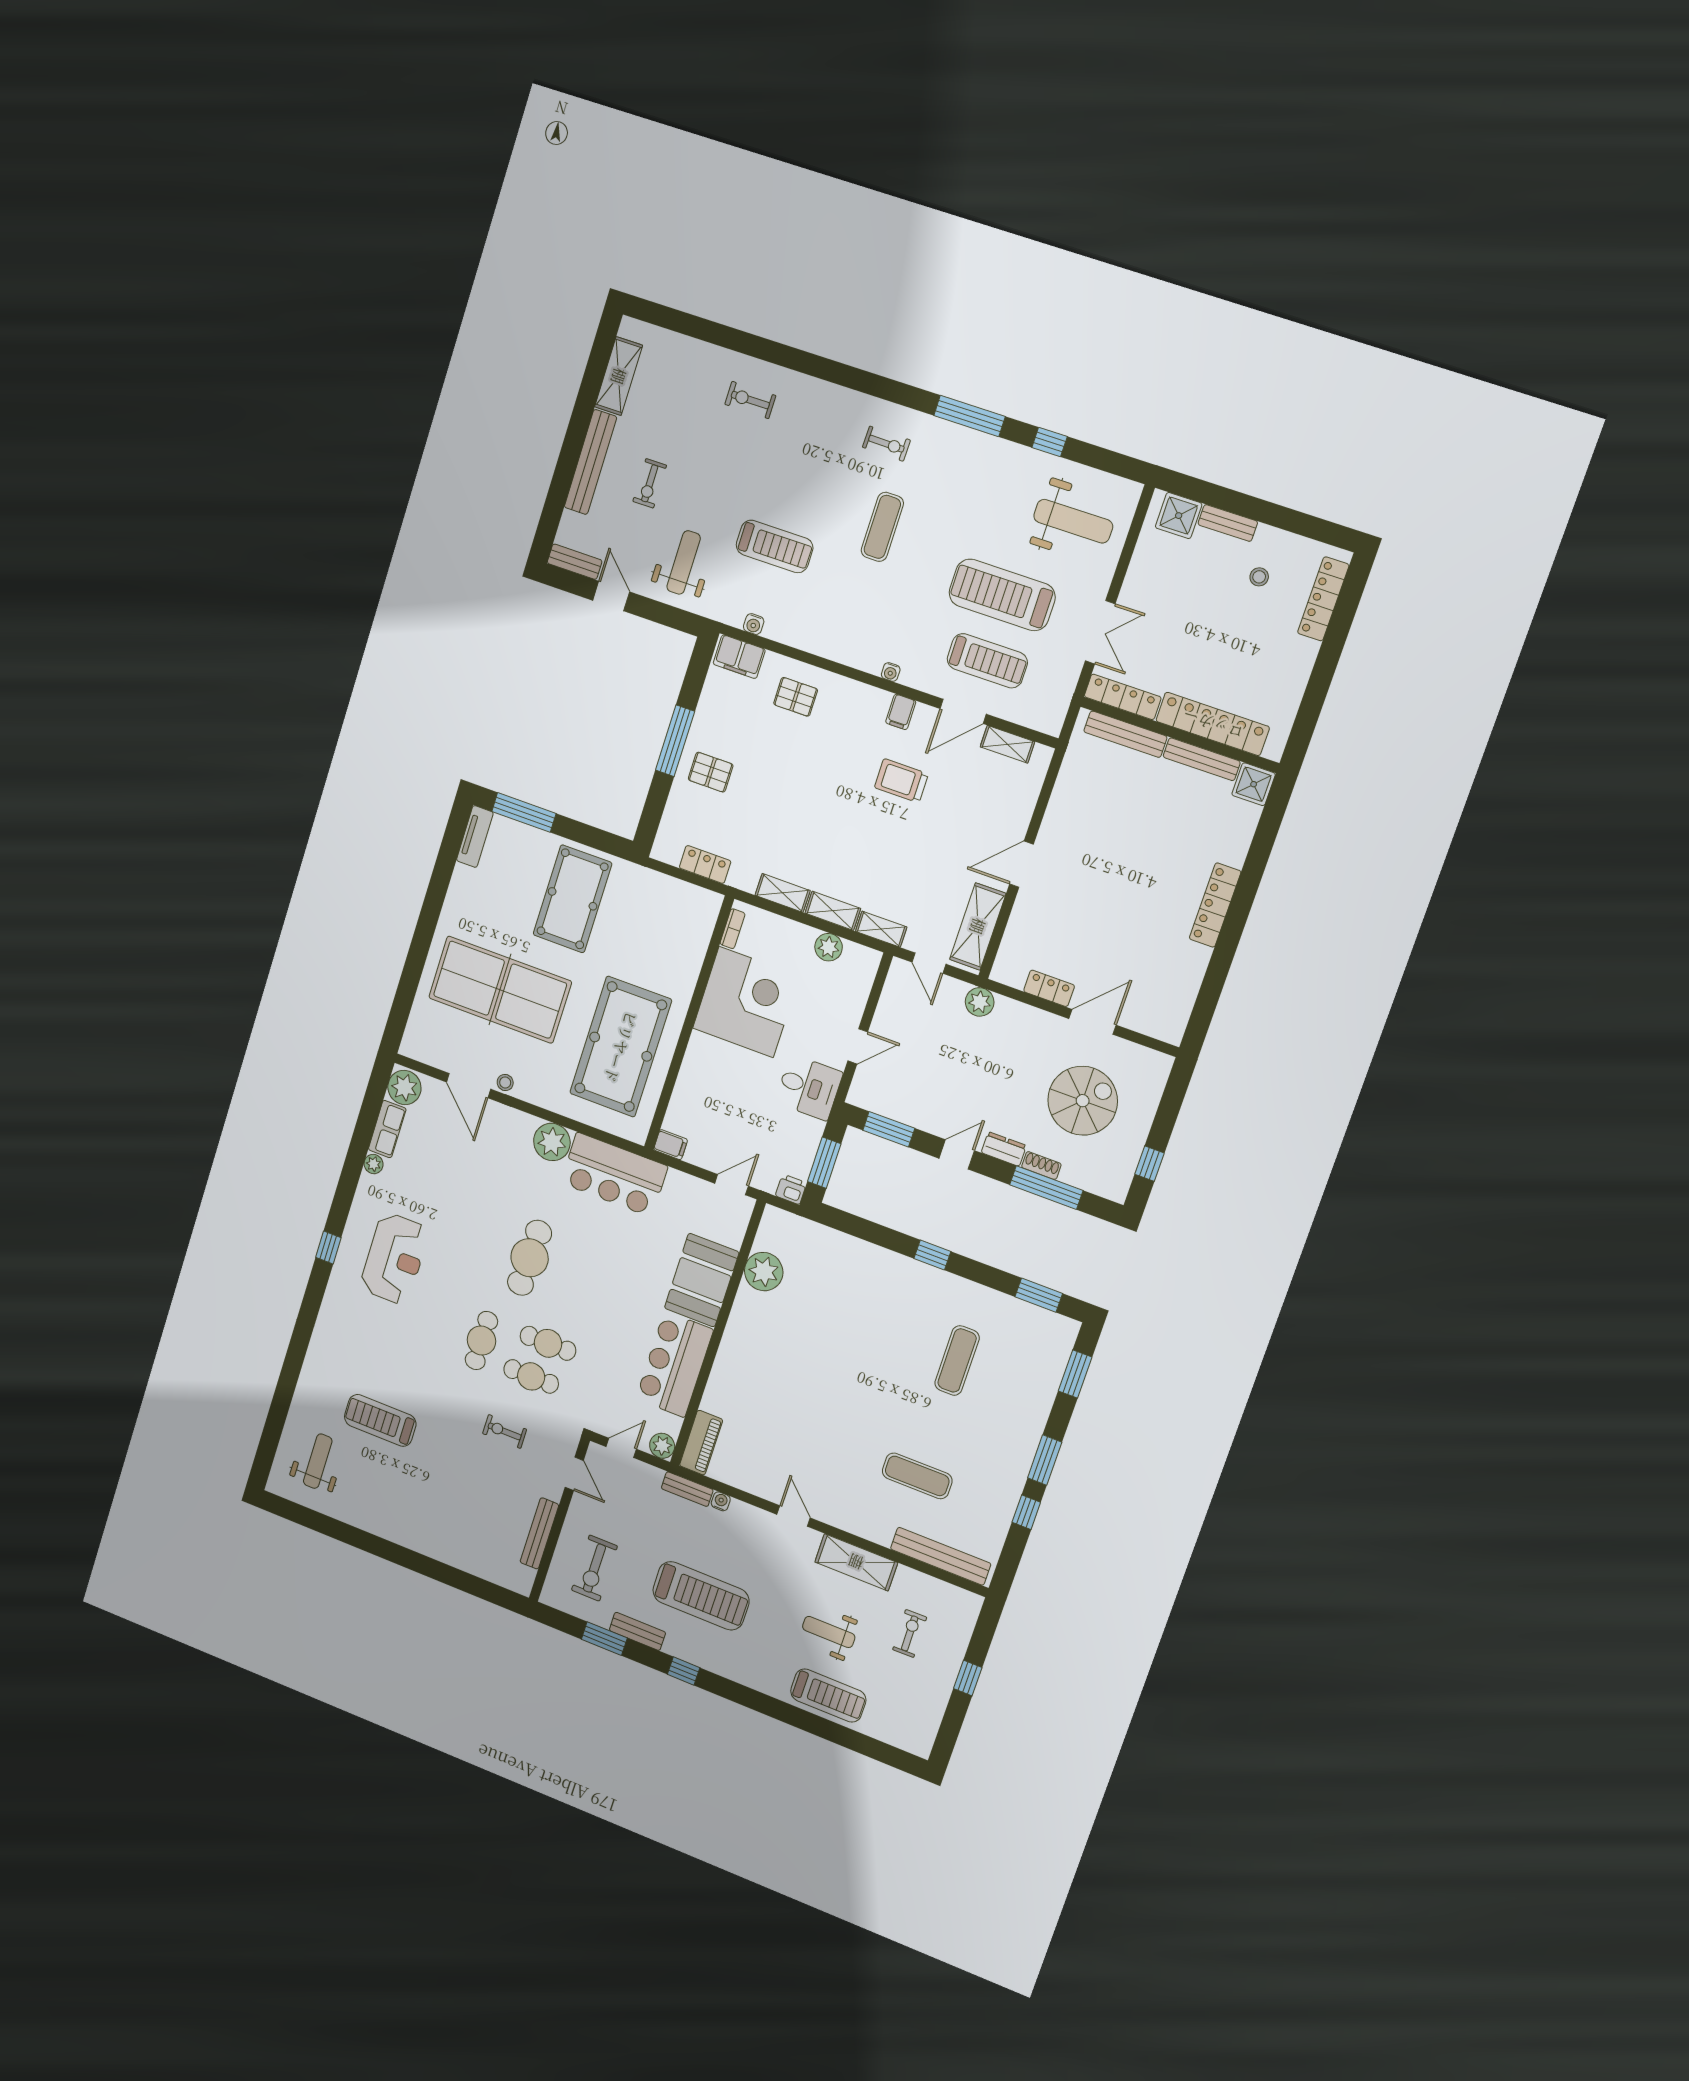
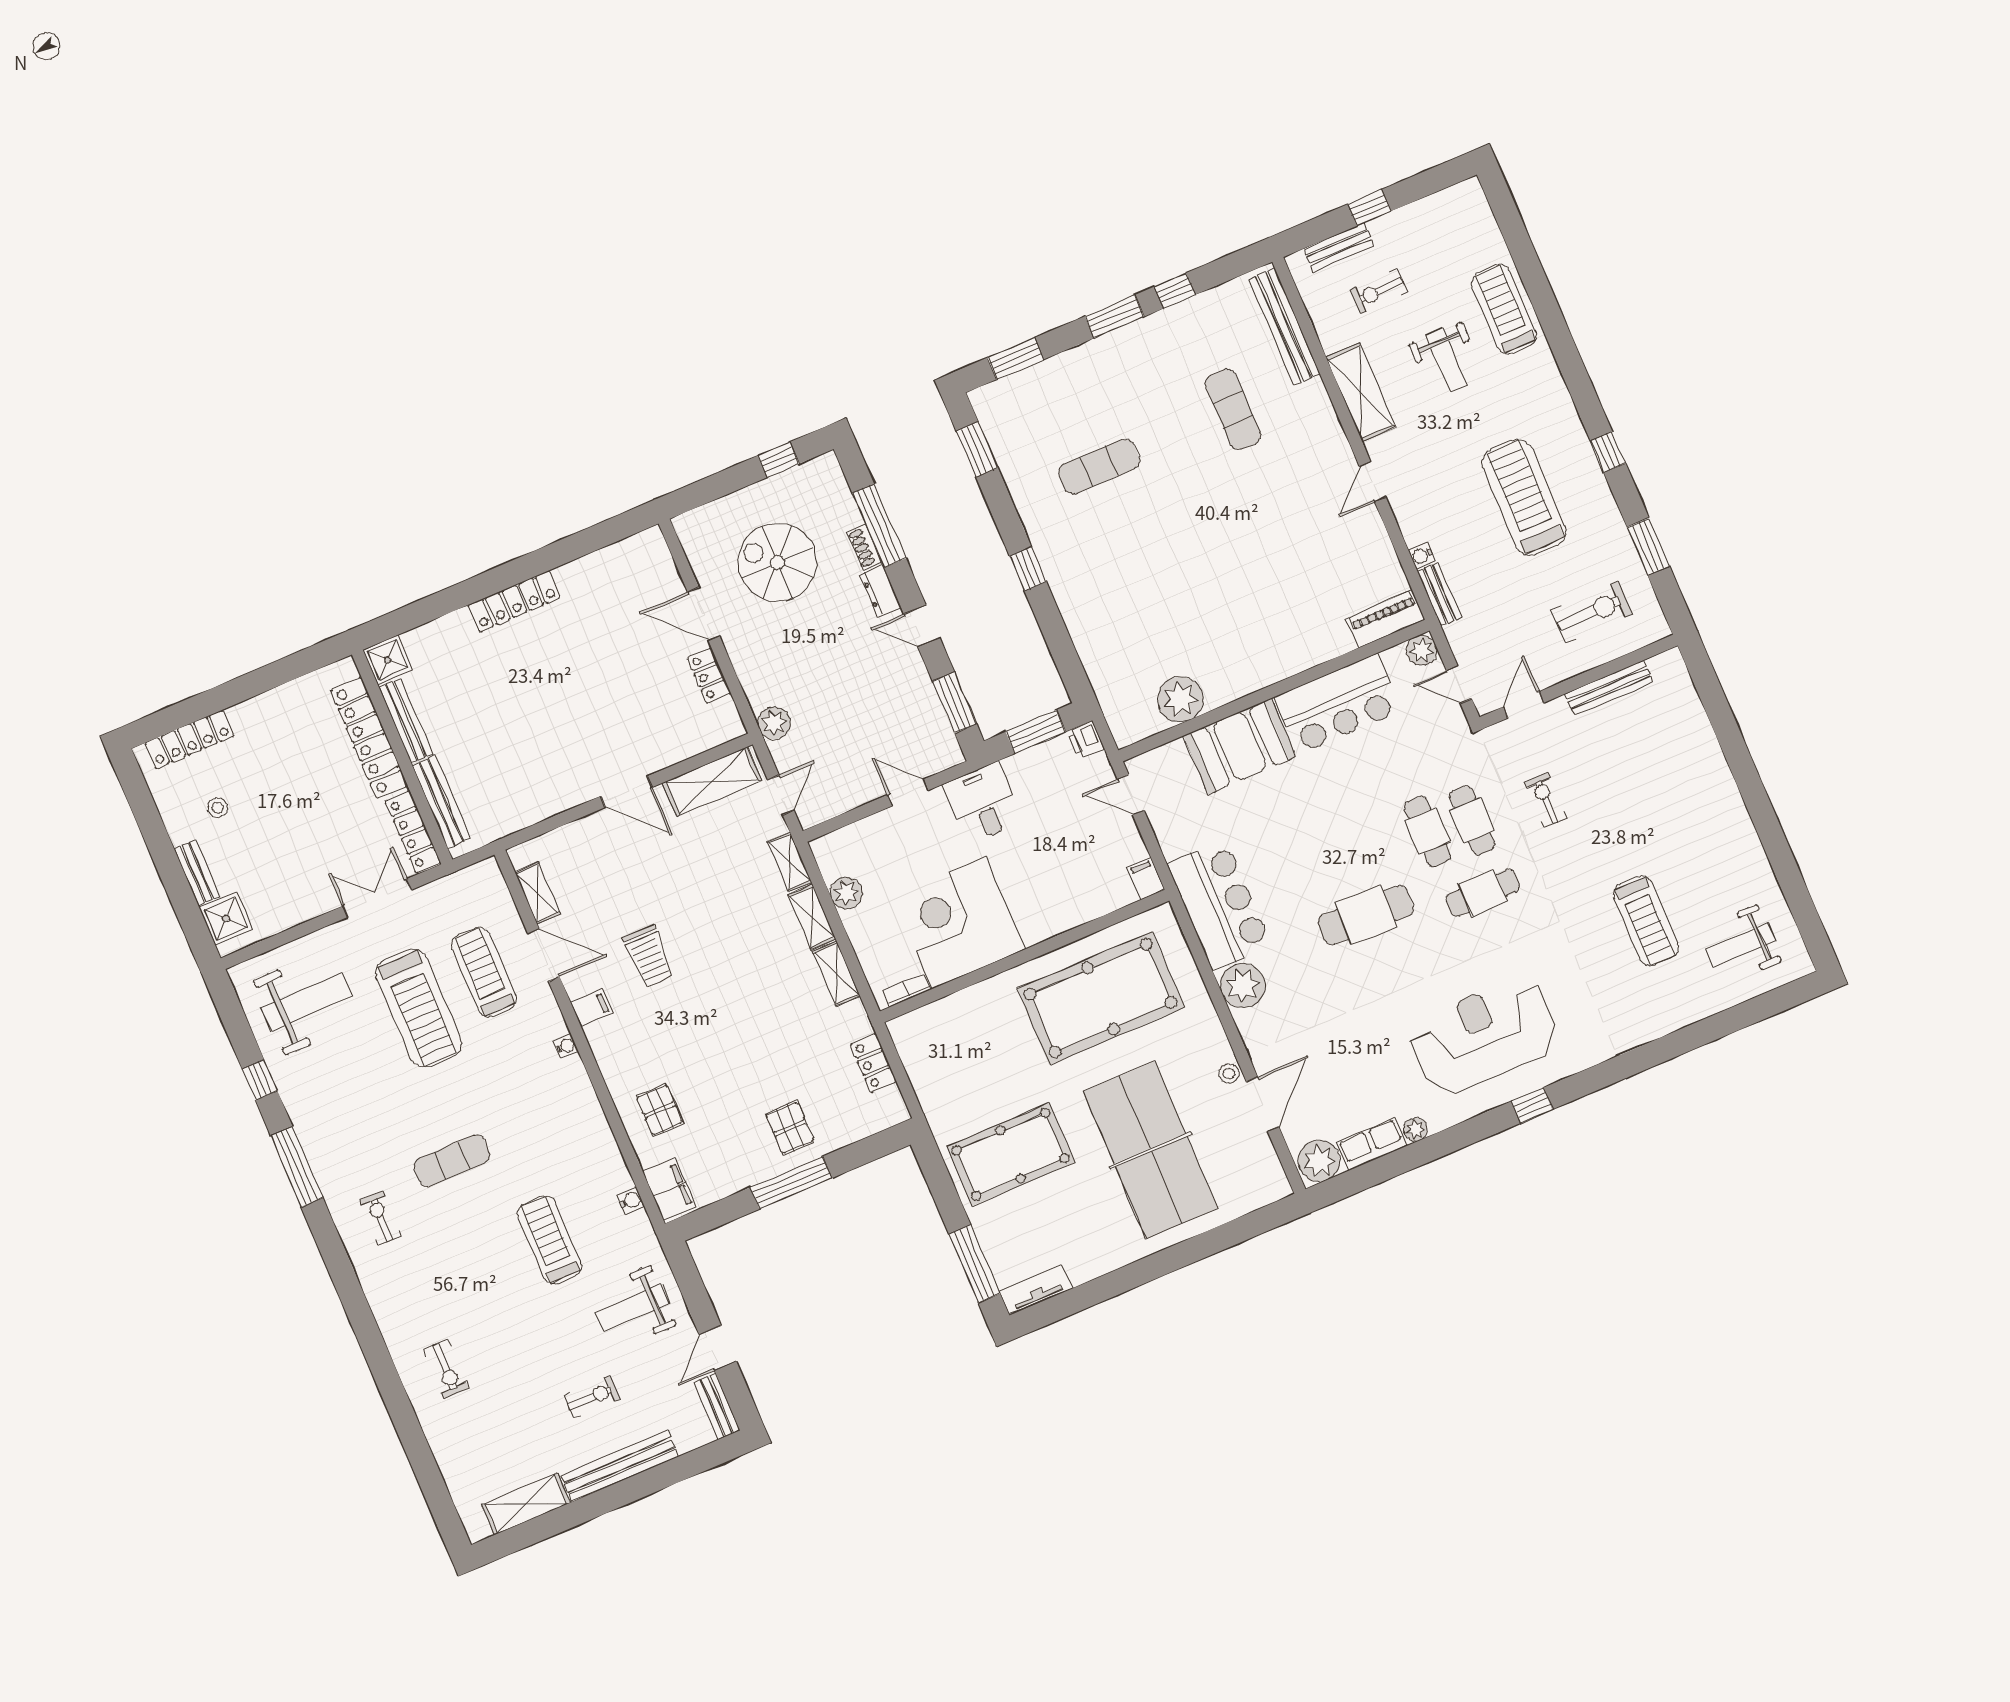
weight bench: (1073, 521) -> (306, 1002), turned 90
reception desk: (394, 1259) -> (1484, 1036), width x1.36, depth x1.30
exercise bike: (505, 1431) -> (1546, 800), turned 180
bench: (637, 1631) -> (1339, 247), moved, turned 90

